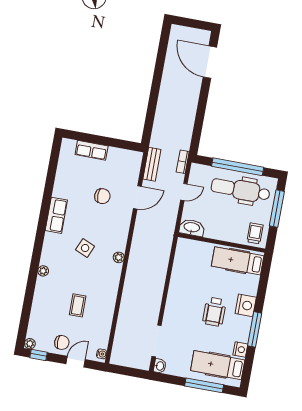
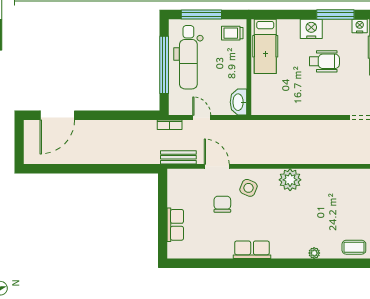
side table: (85, 248) -> (248, 188), moved
plant: (119, 257) -> (290, 180), width x1.88, depth x1.88
coffee table: (78, 305) -> (354, 247), moved

